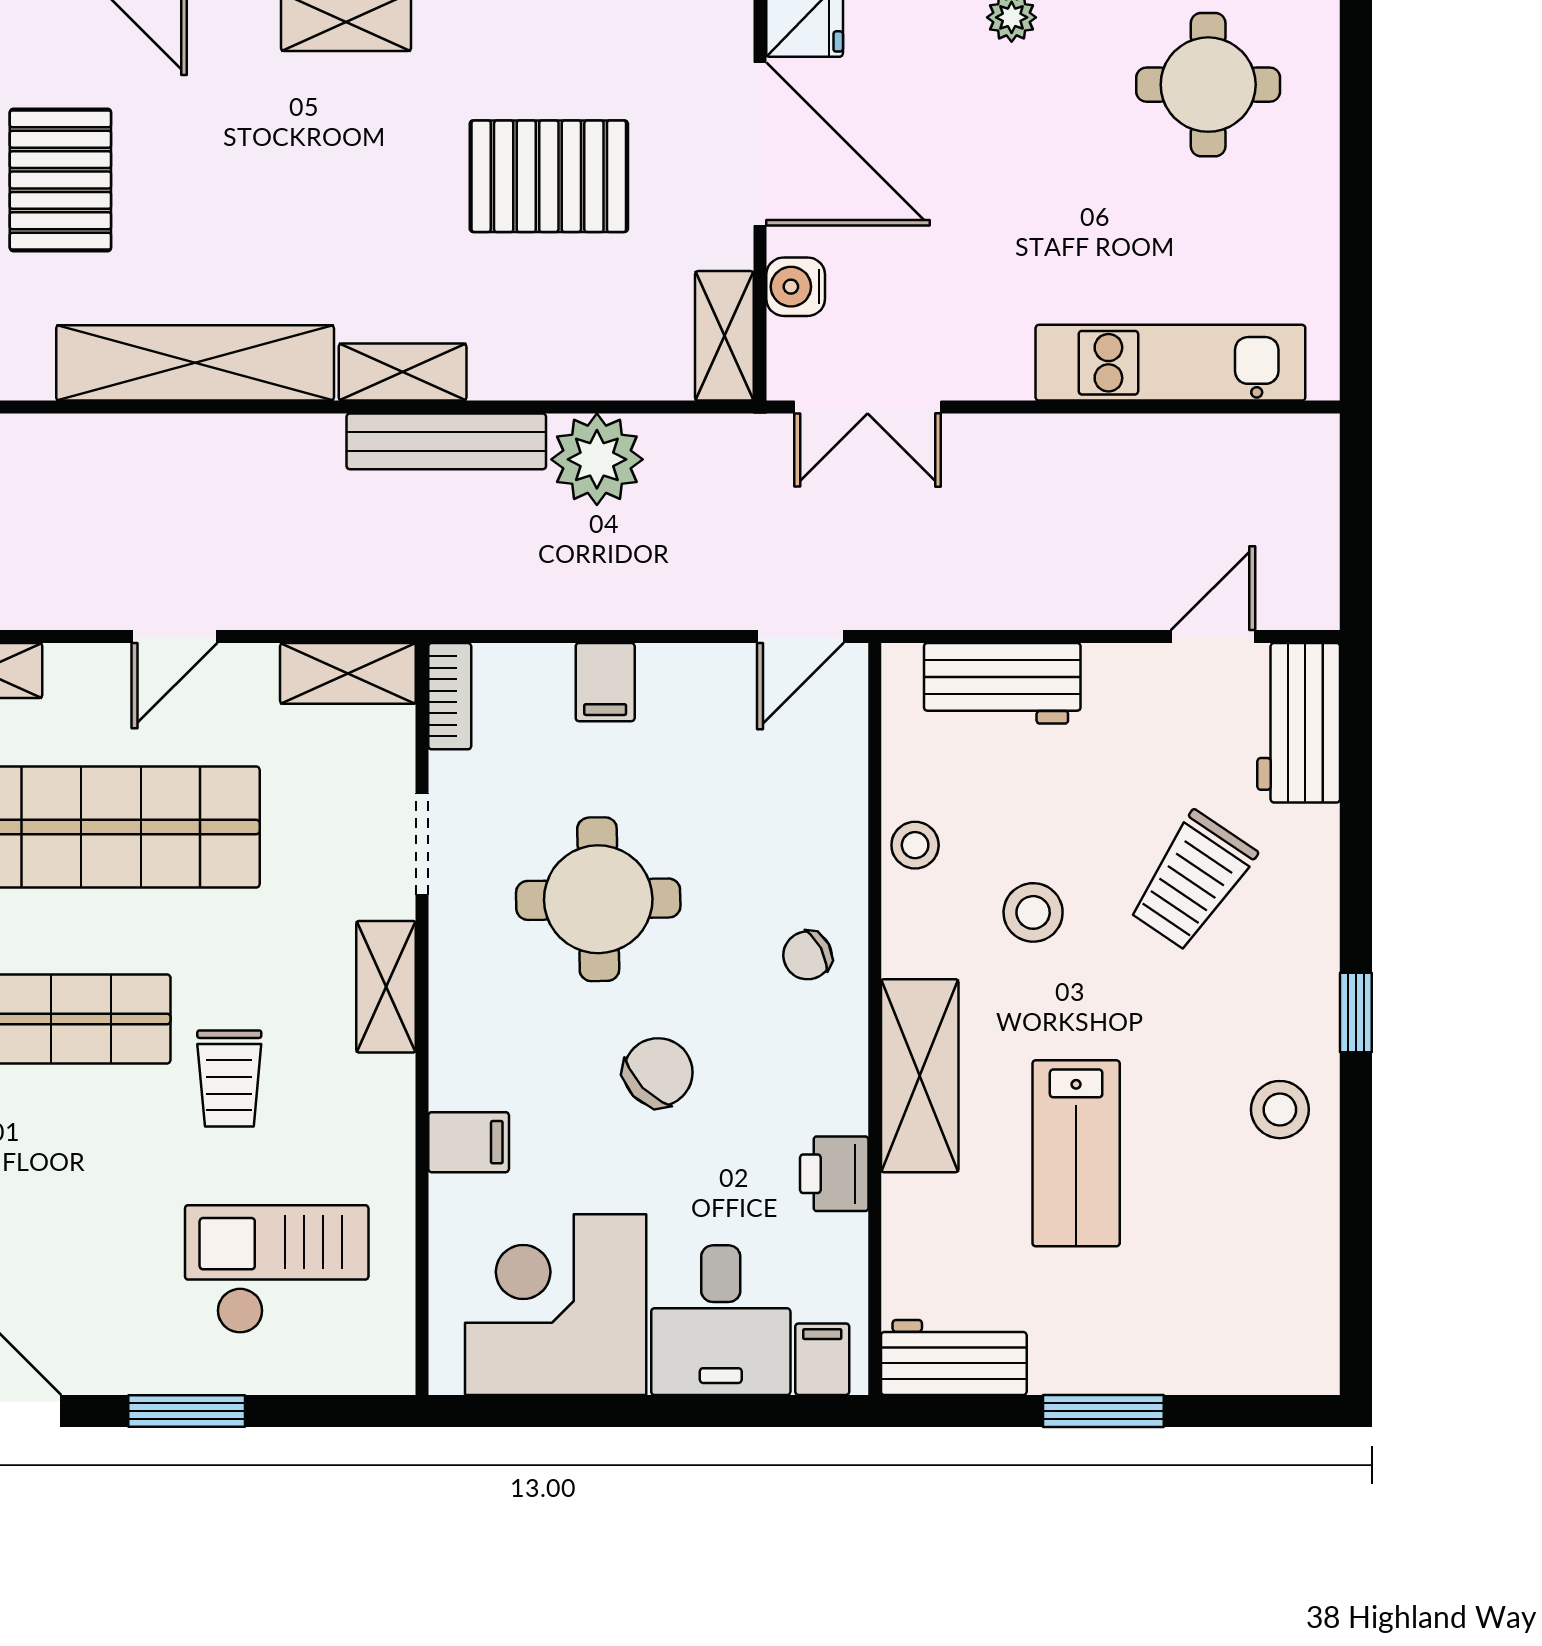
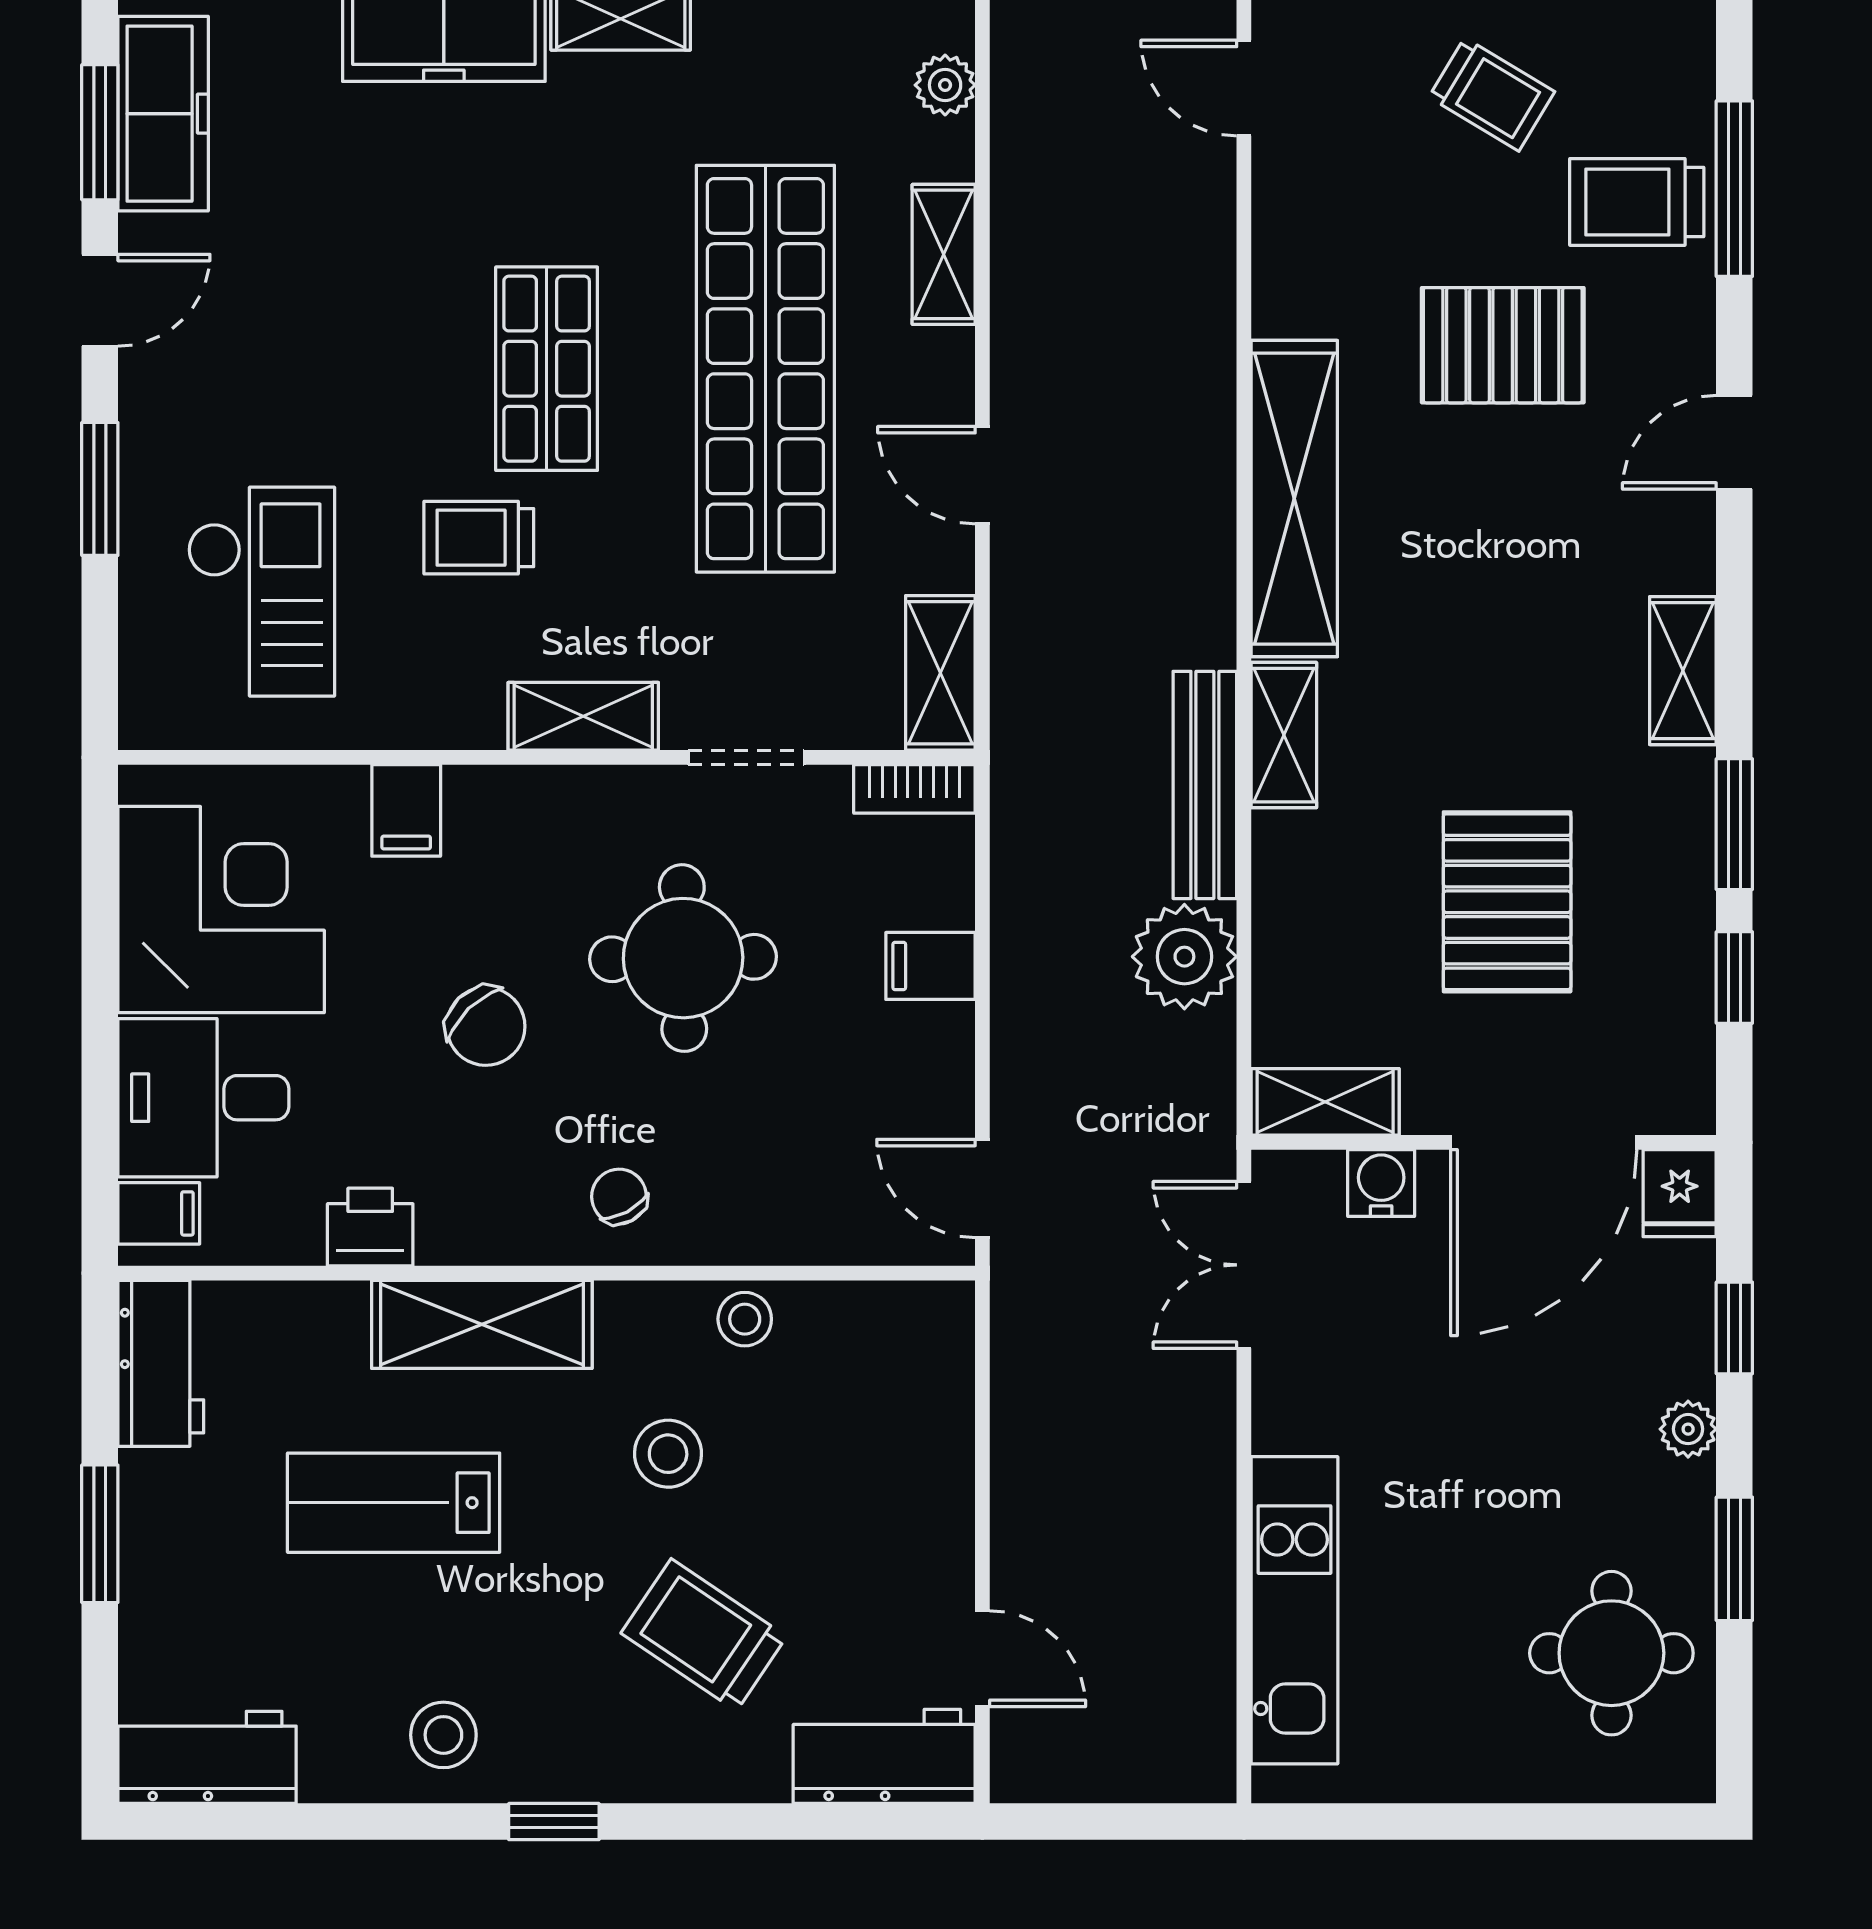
workbench: (1002, 683) -> (207, 1757), moved, turned 90

